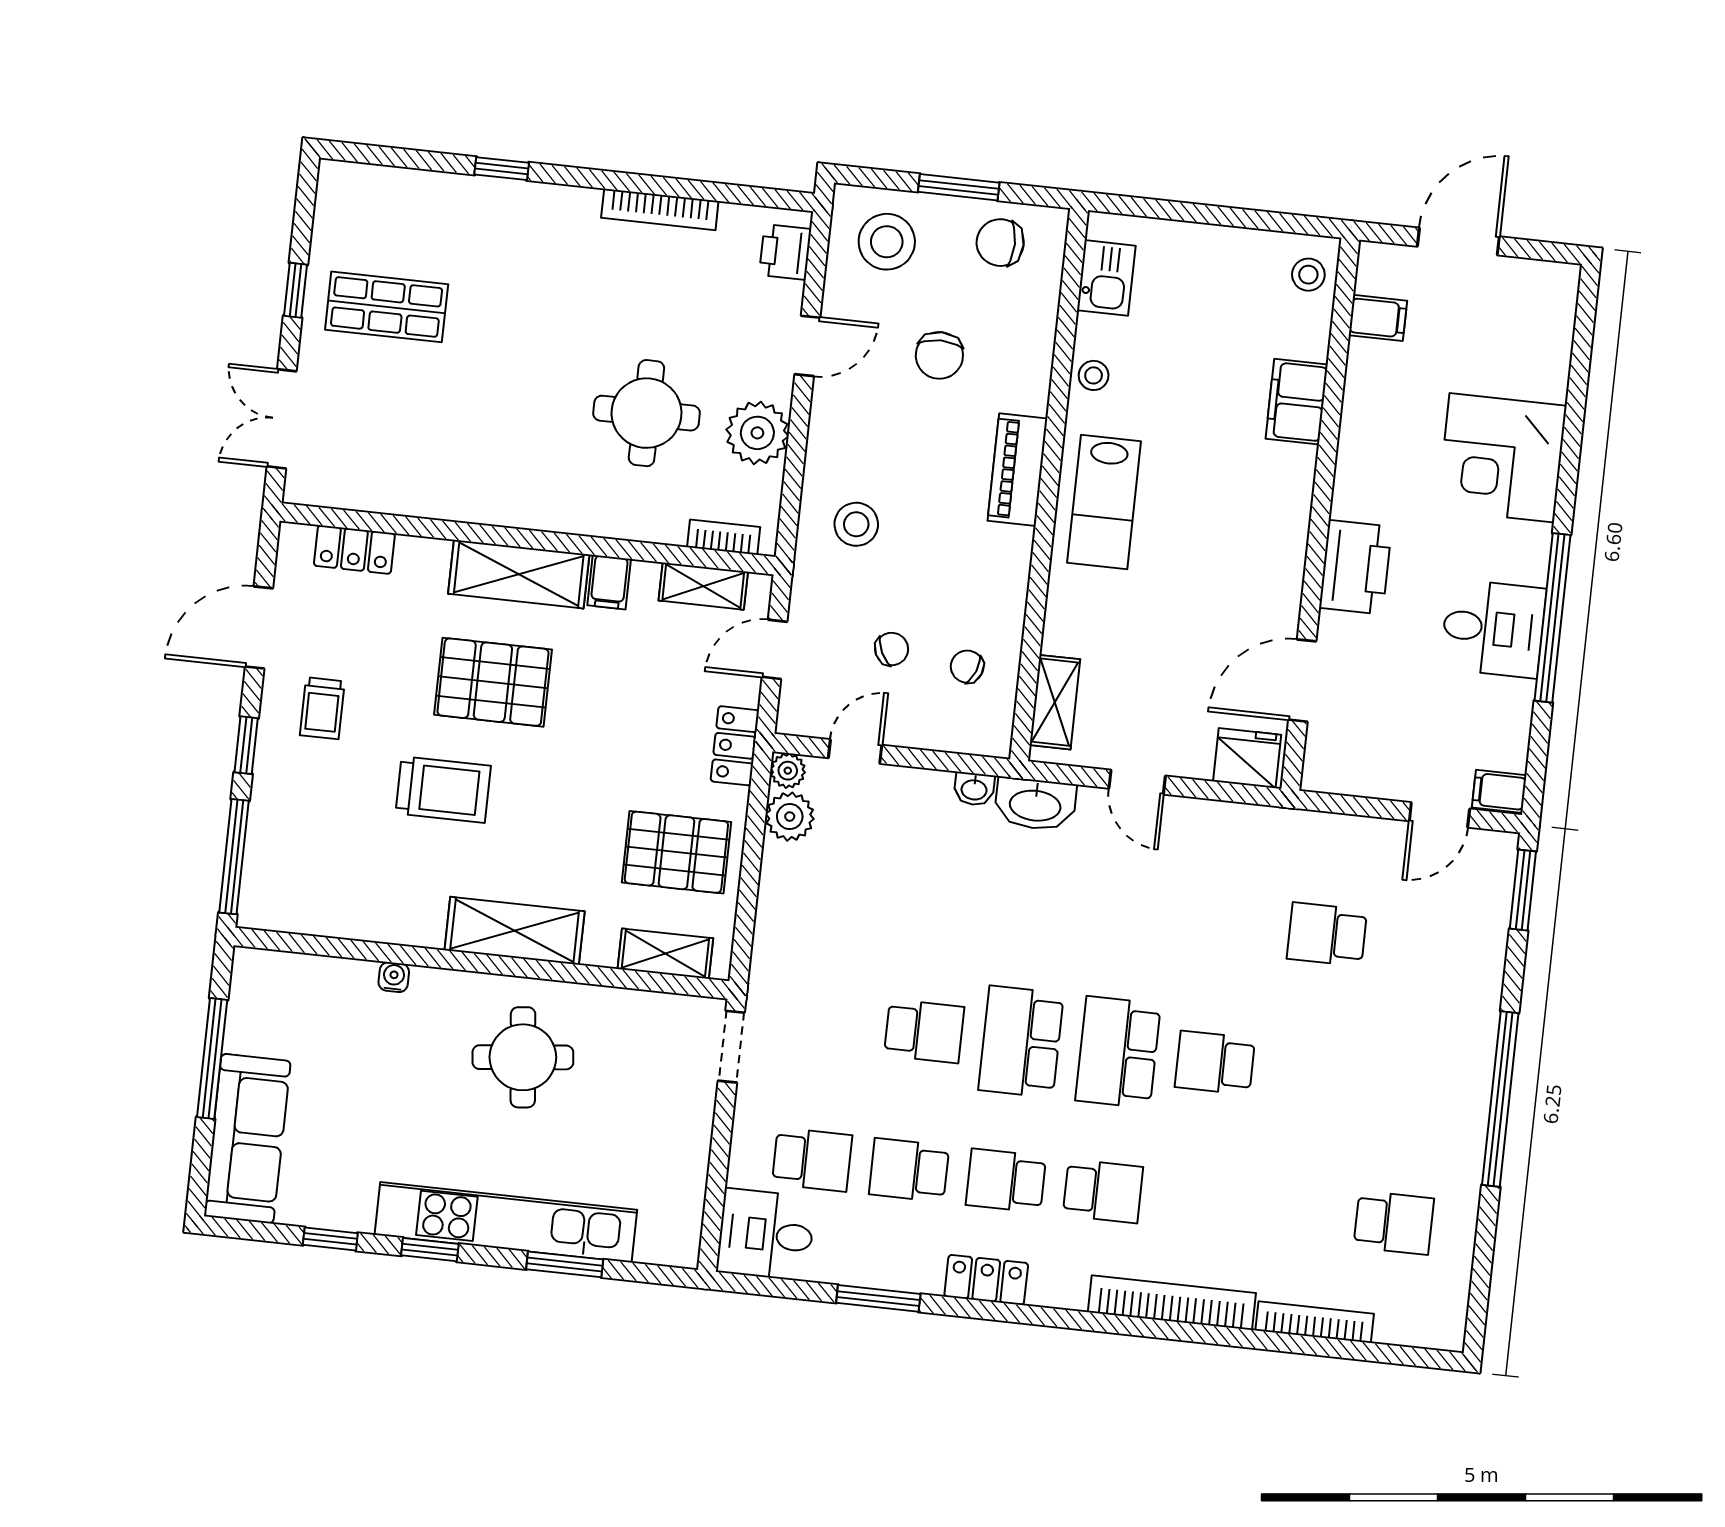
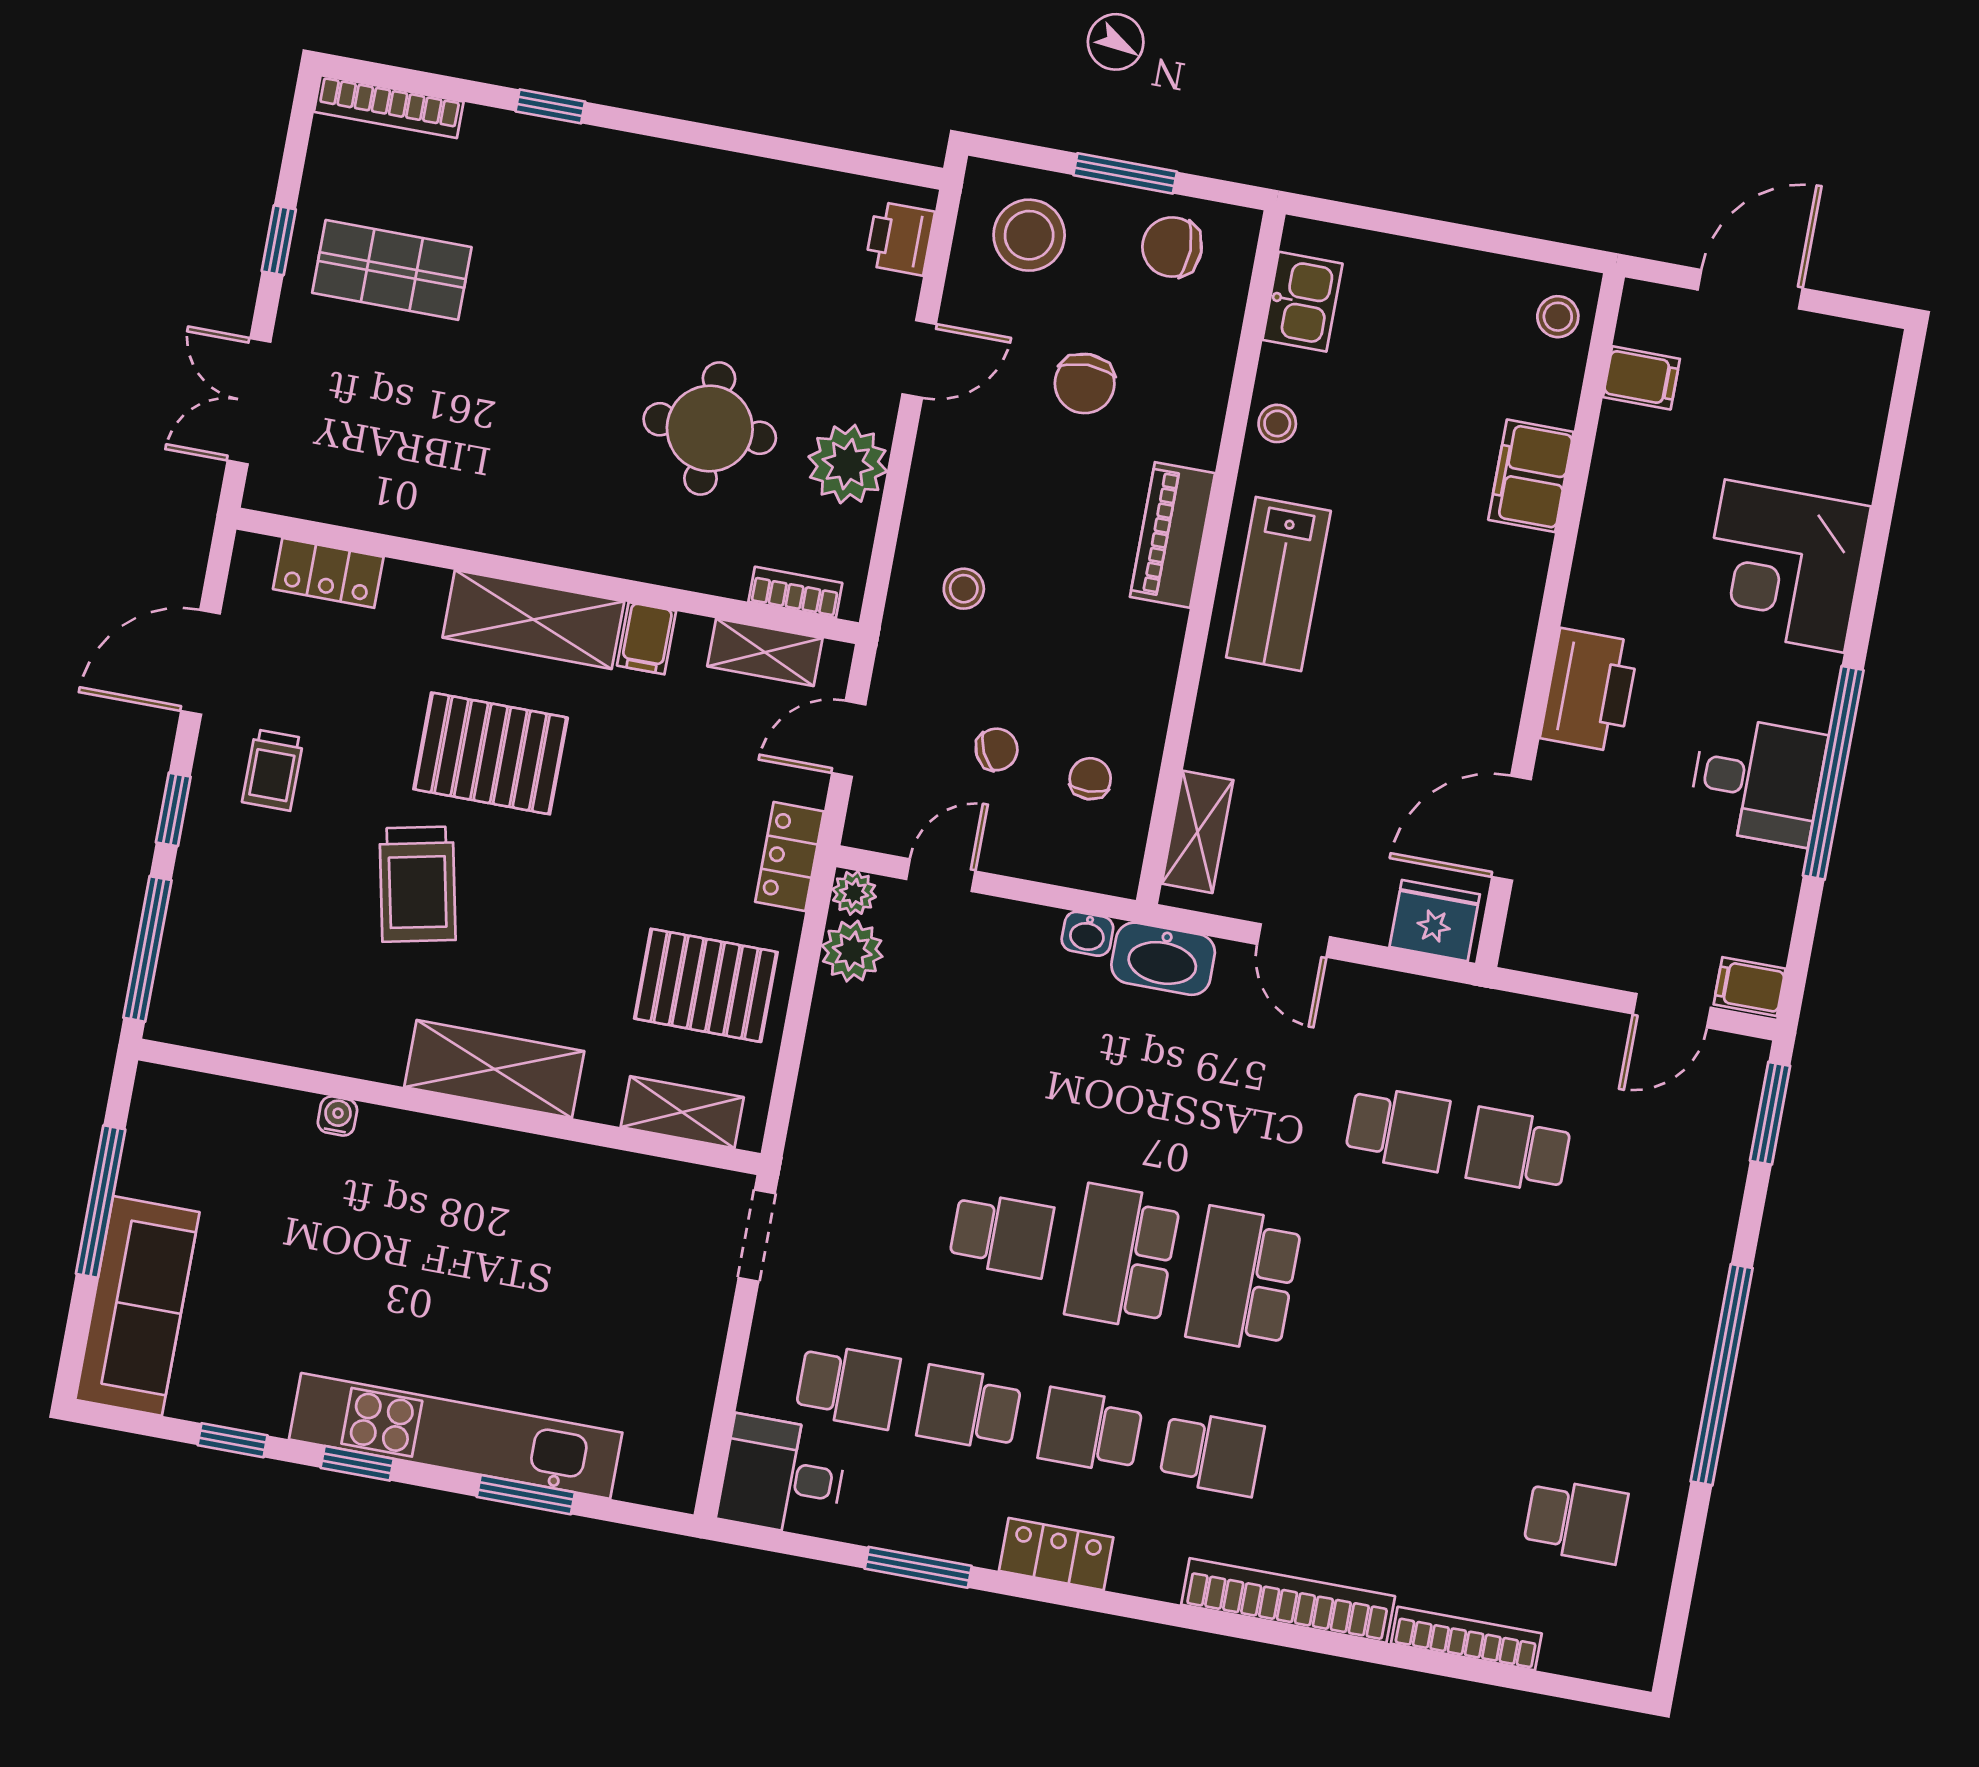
bookcase: (660, 209) -> (389, 107), moved
stool: (856, 524) -> (964, 589), width x0.73, depth x0.73
chair: (967, 667) -> (1090, 779), turned 65
trolley: (443, 790) -> (418, 884), turned 78
round table: (523, 1057) -> (493, 1229), removed
school desk: (1215, 1063) -> (1397, 1128), moved, turned 180

